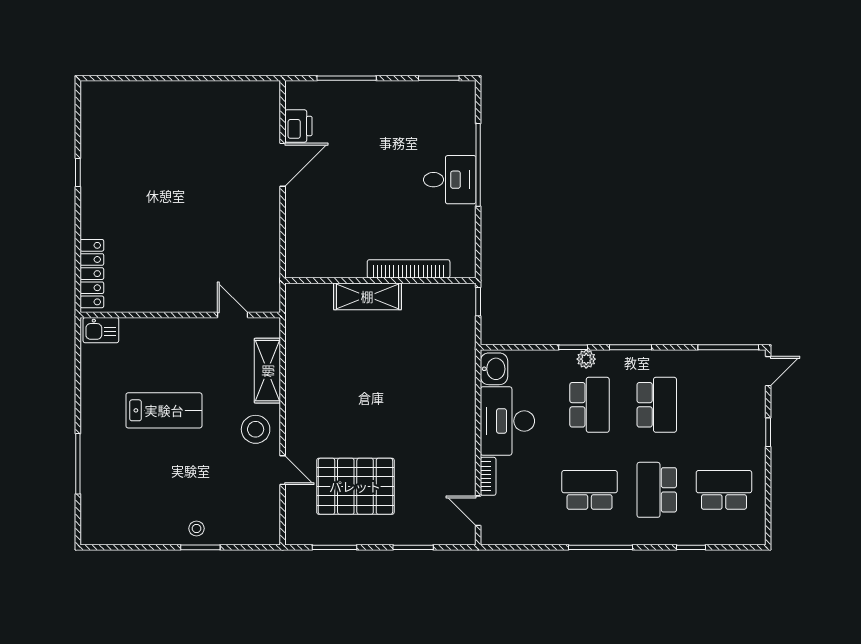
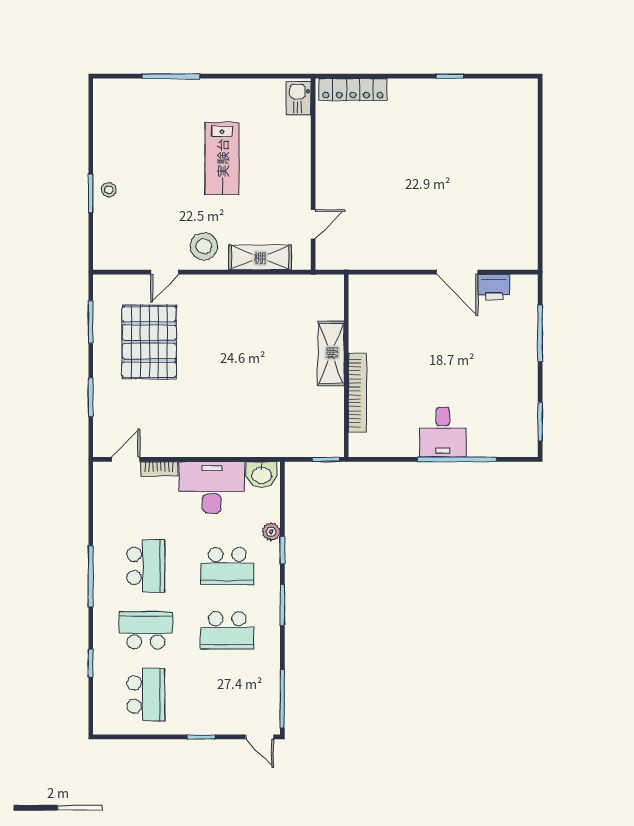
plant: (586, 359) -> (271, 532), moved

